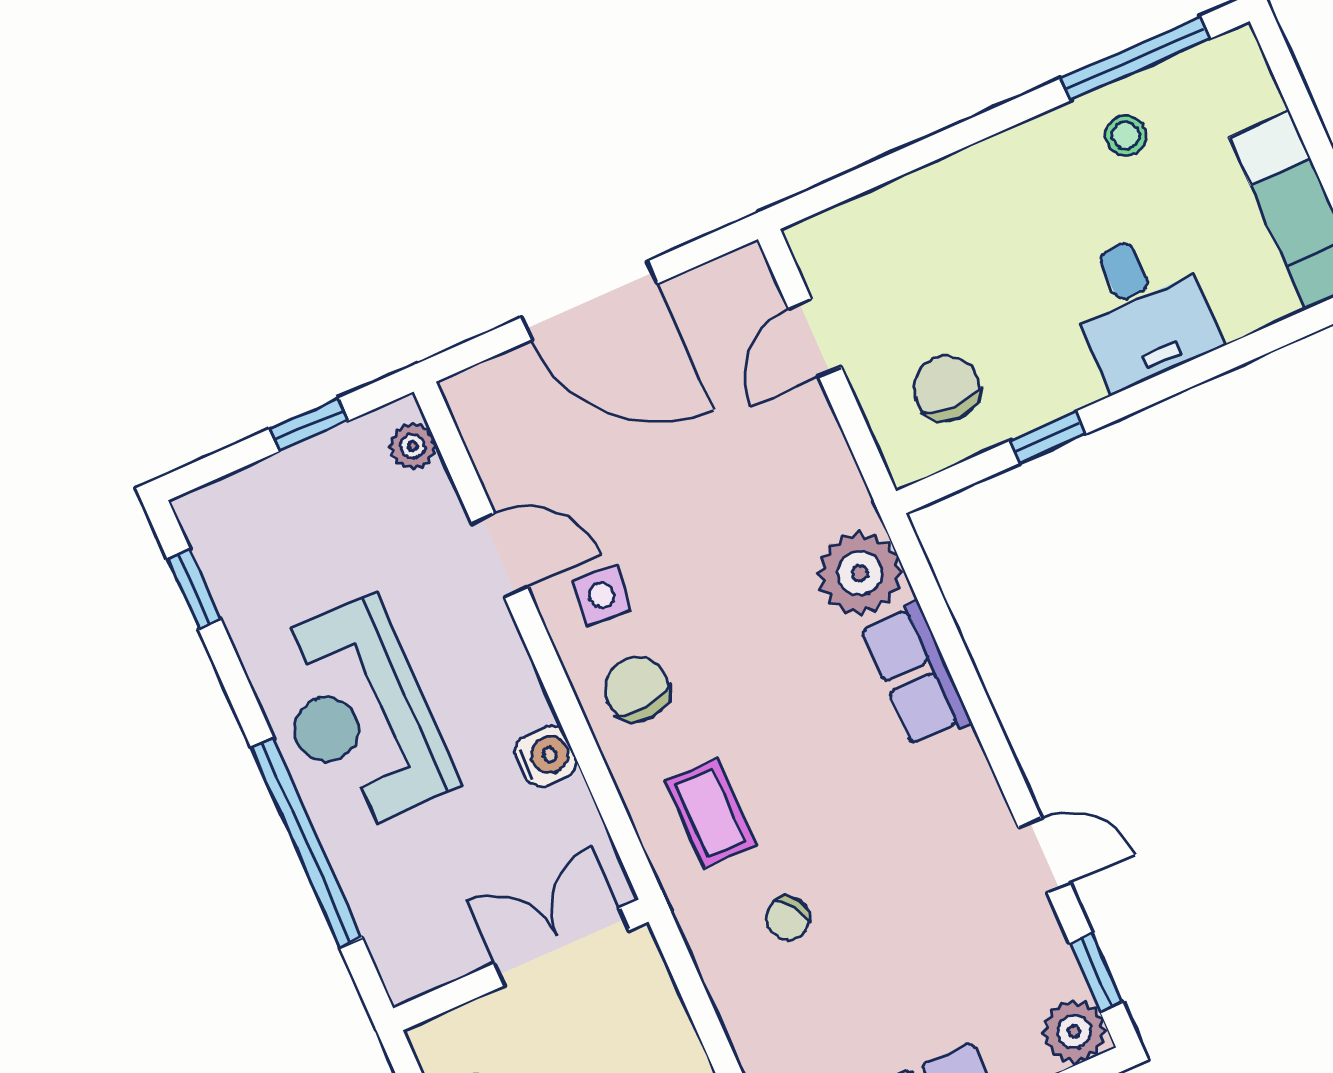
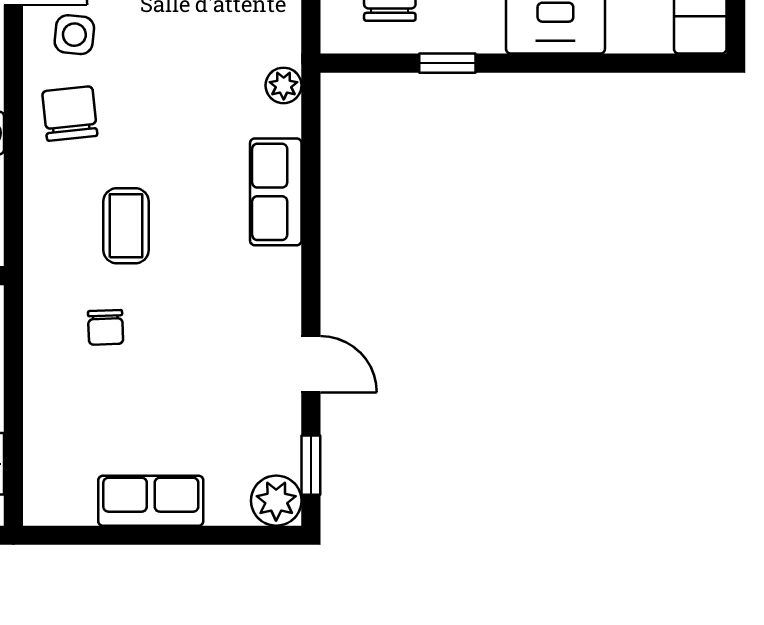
plant: (860, 573) -> (284, 85), width x0.53, depth x0.53
coffee table: (710, 813) -> (126, 226), moved
chair: (788, 918) -> (106, 327), turned -59

